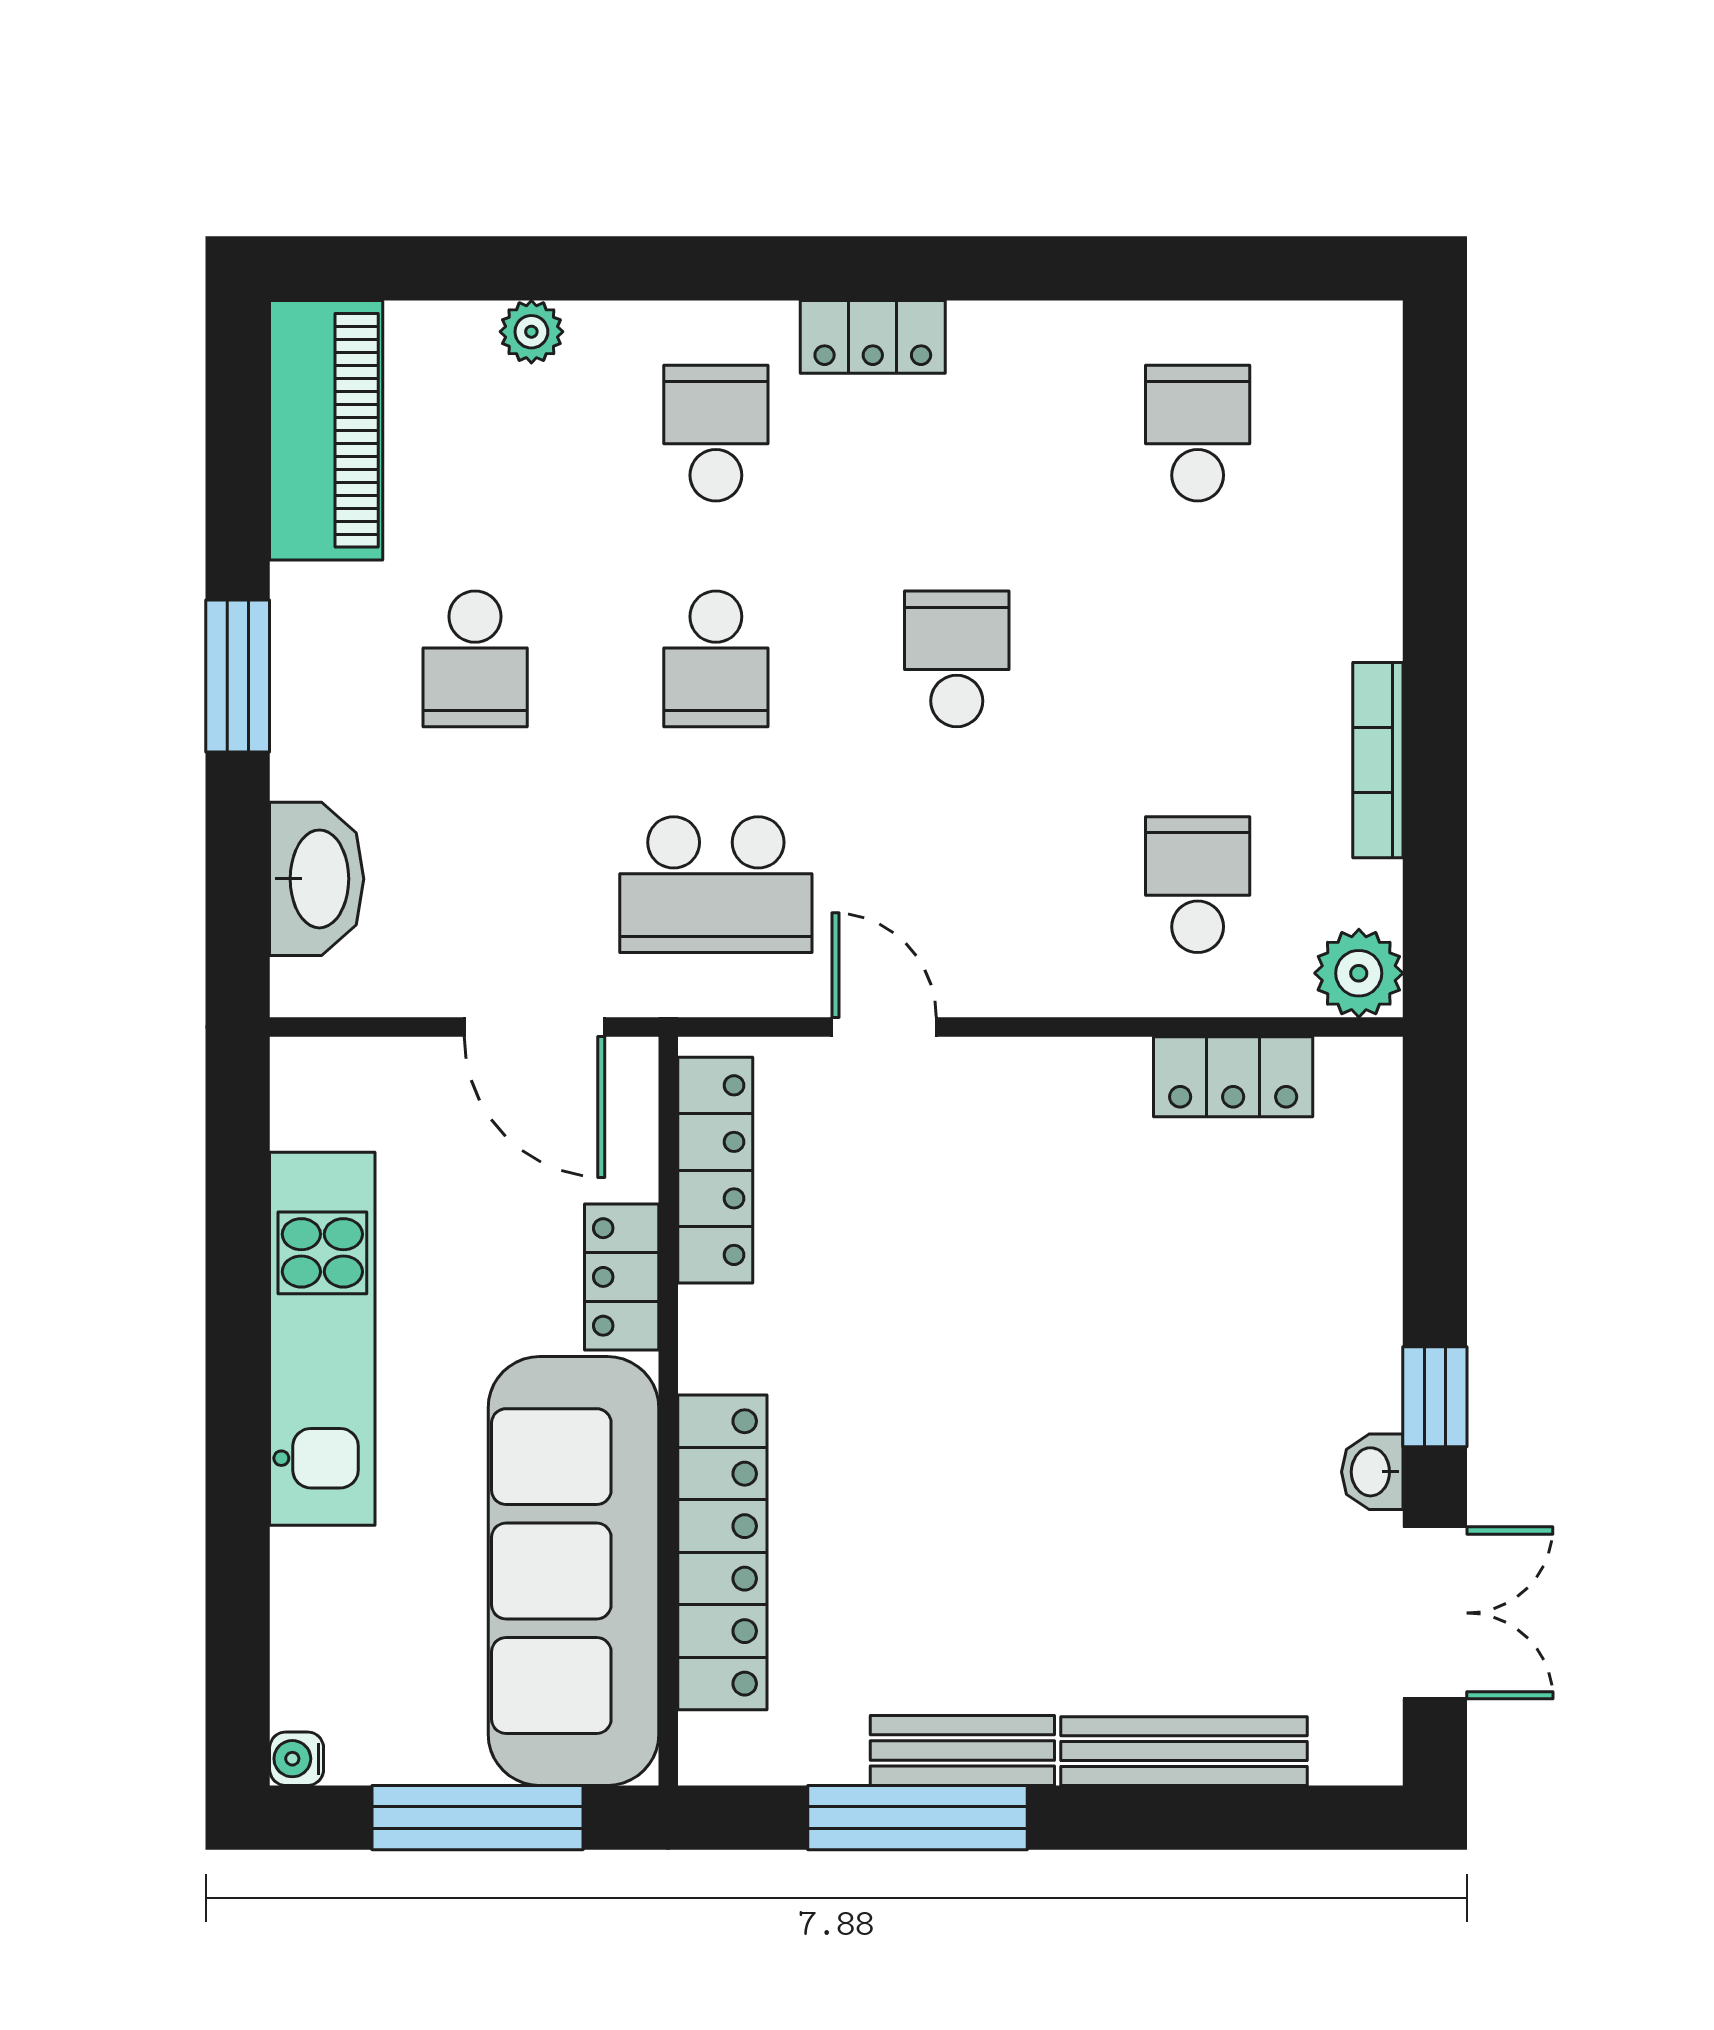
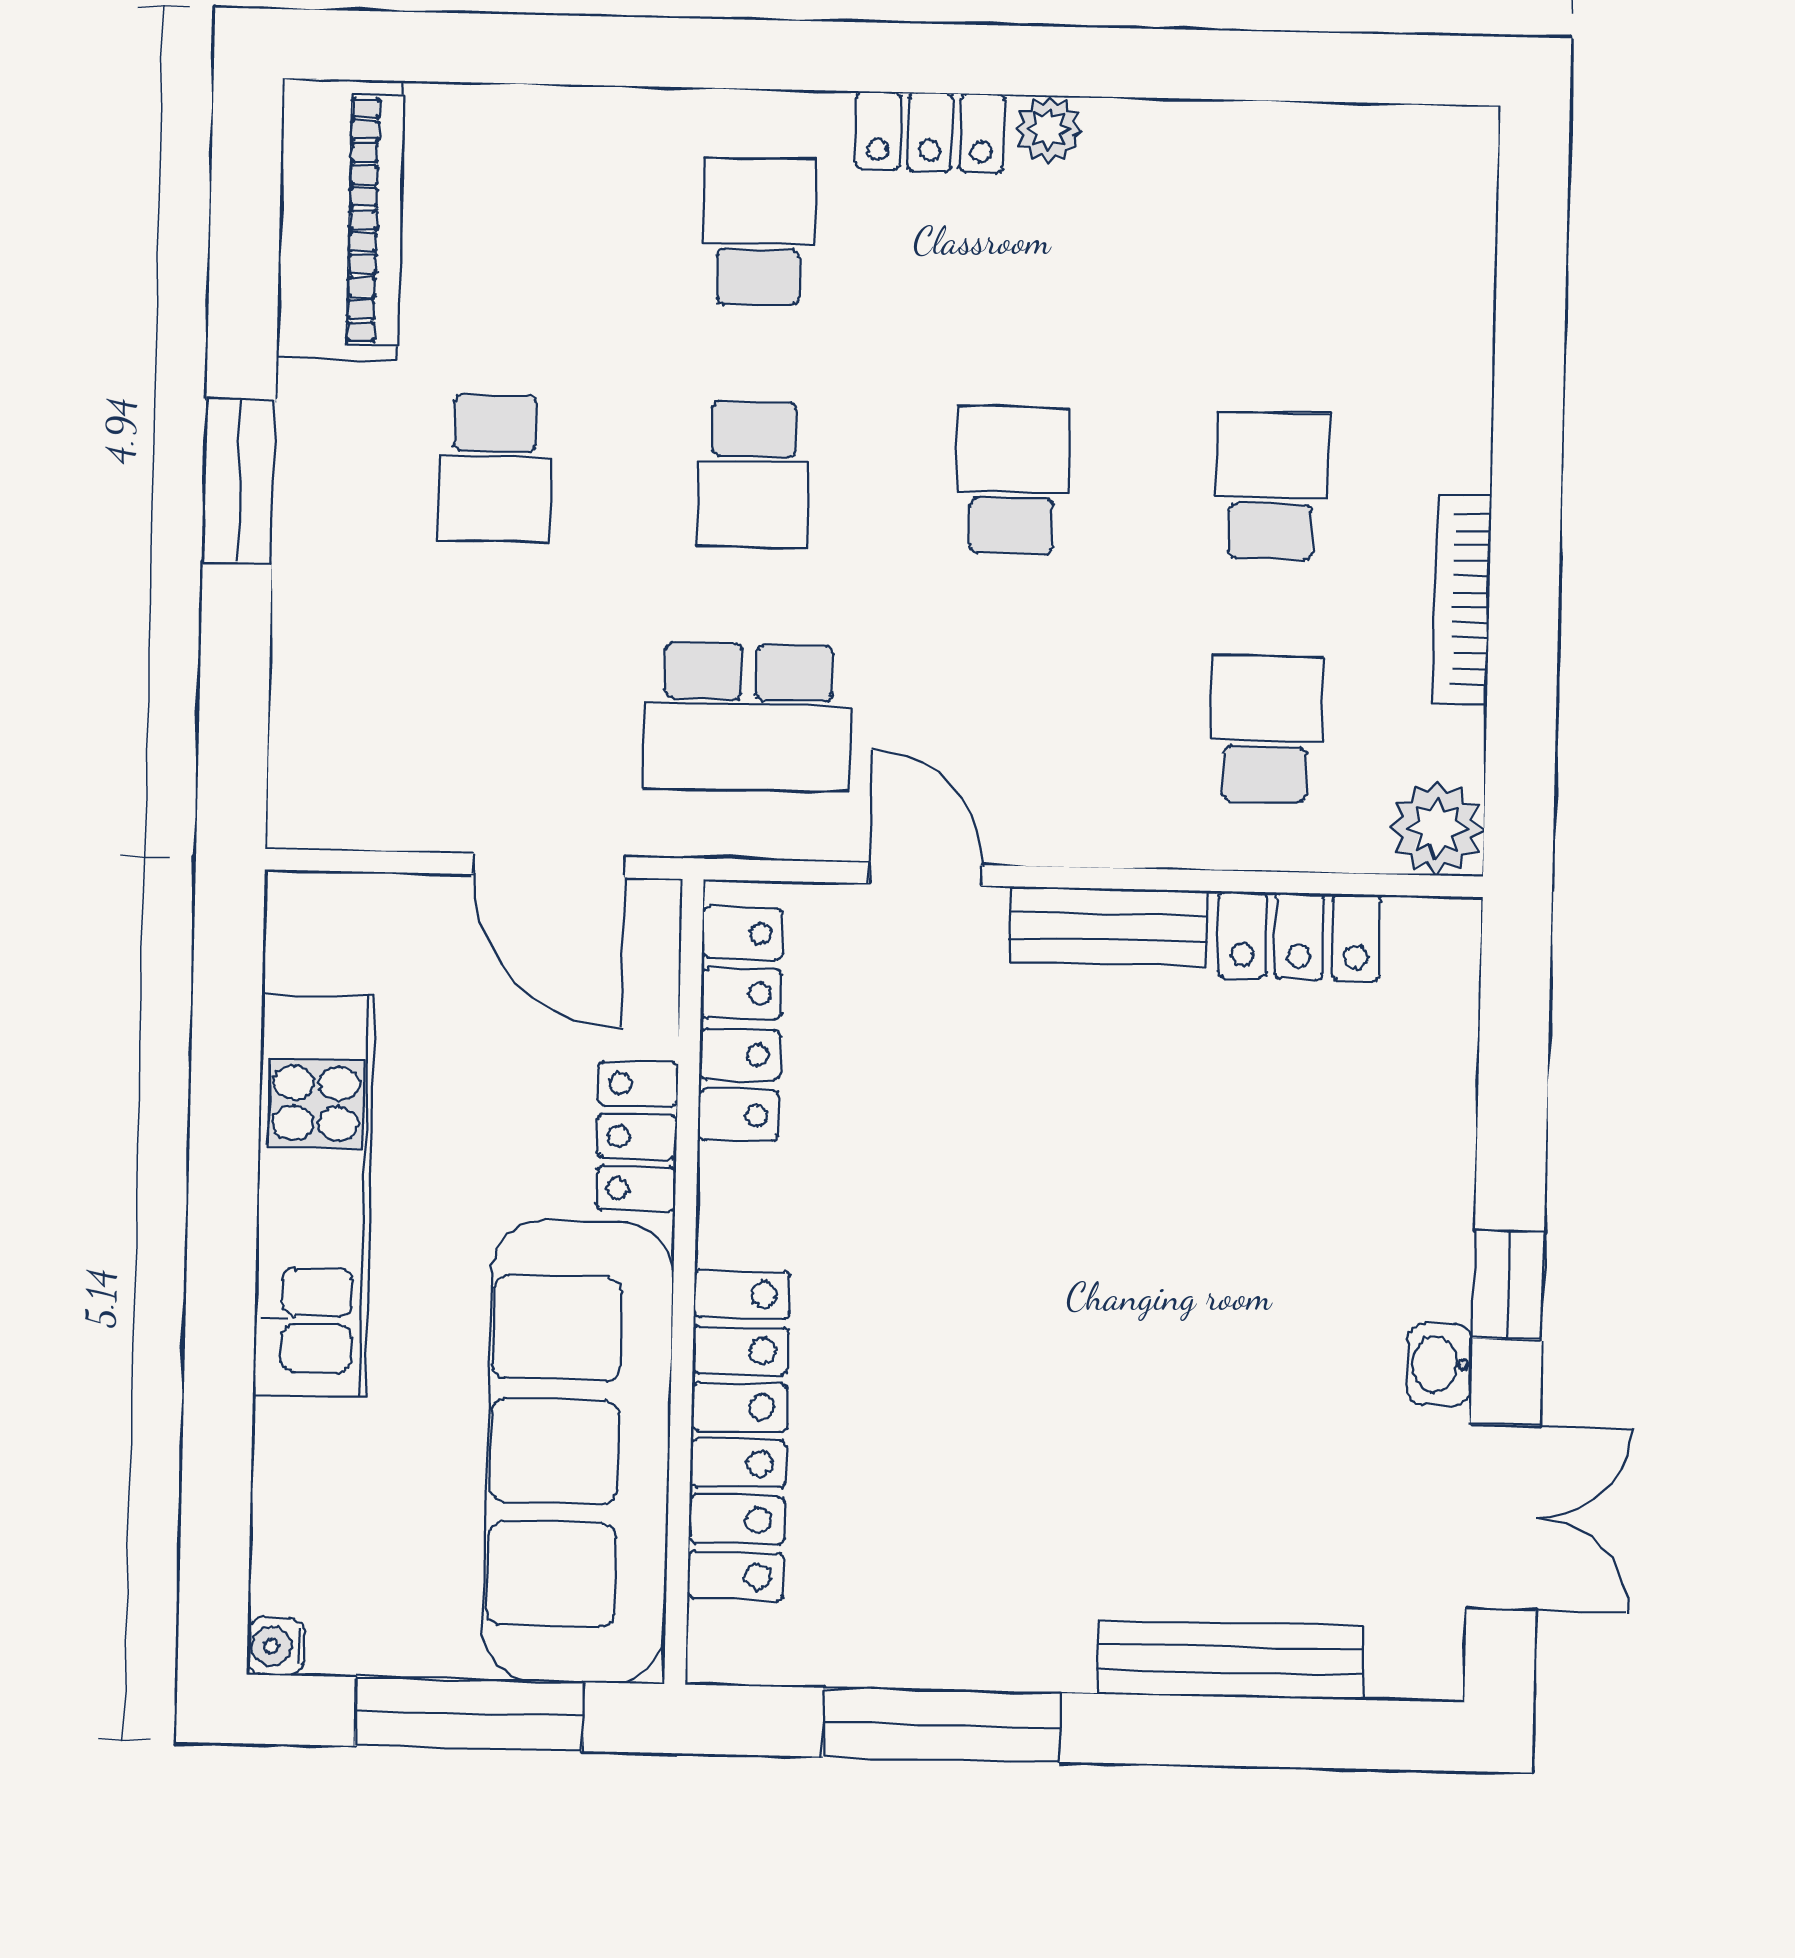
plant: (531, 332) -> (1049, 129), moved
school desk: (1198, 433) -> (1271, 486), moved
washbasin: (317, 879) -> (319, 701), removed
bench: (962, 1750) -> (1108, 926), moved

